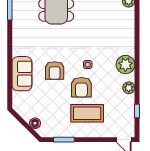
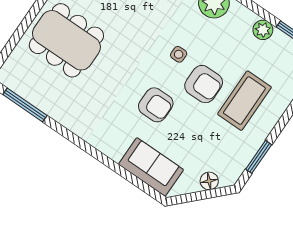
sofa: (22, 74) -> (151, 167), moved
plant: (129, 88) -> (263, 30), moved

